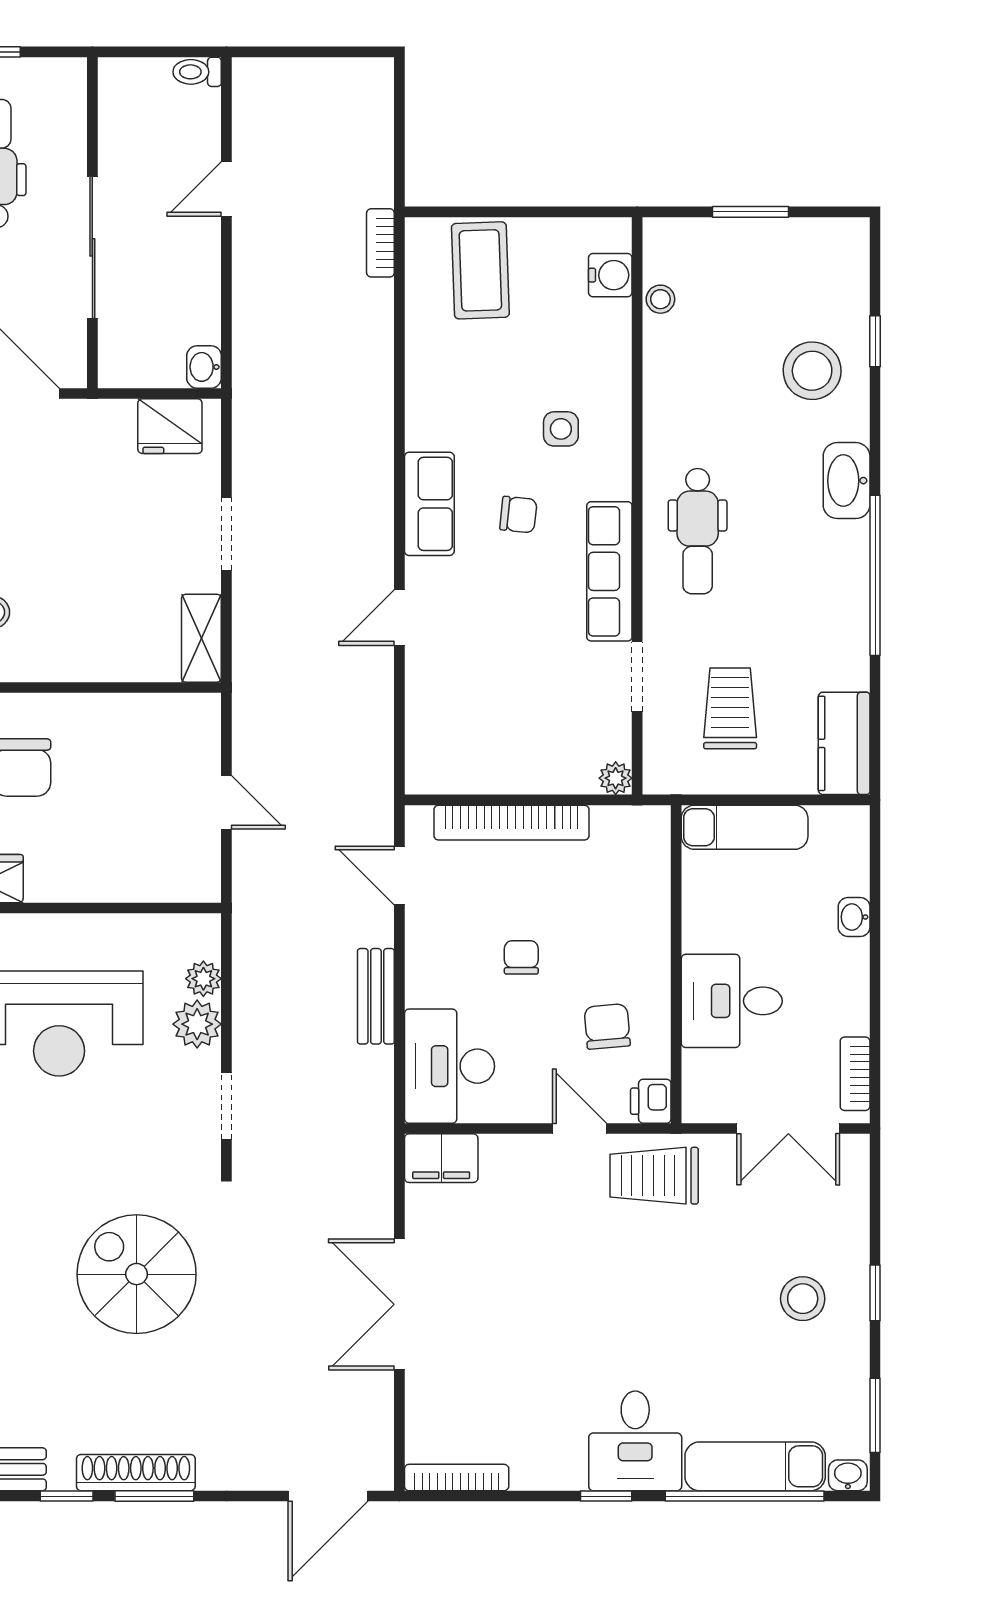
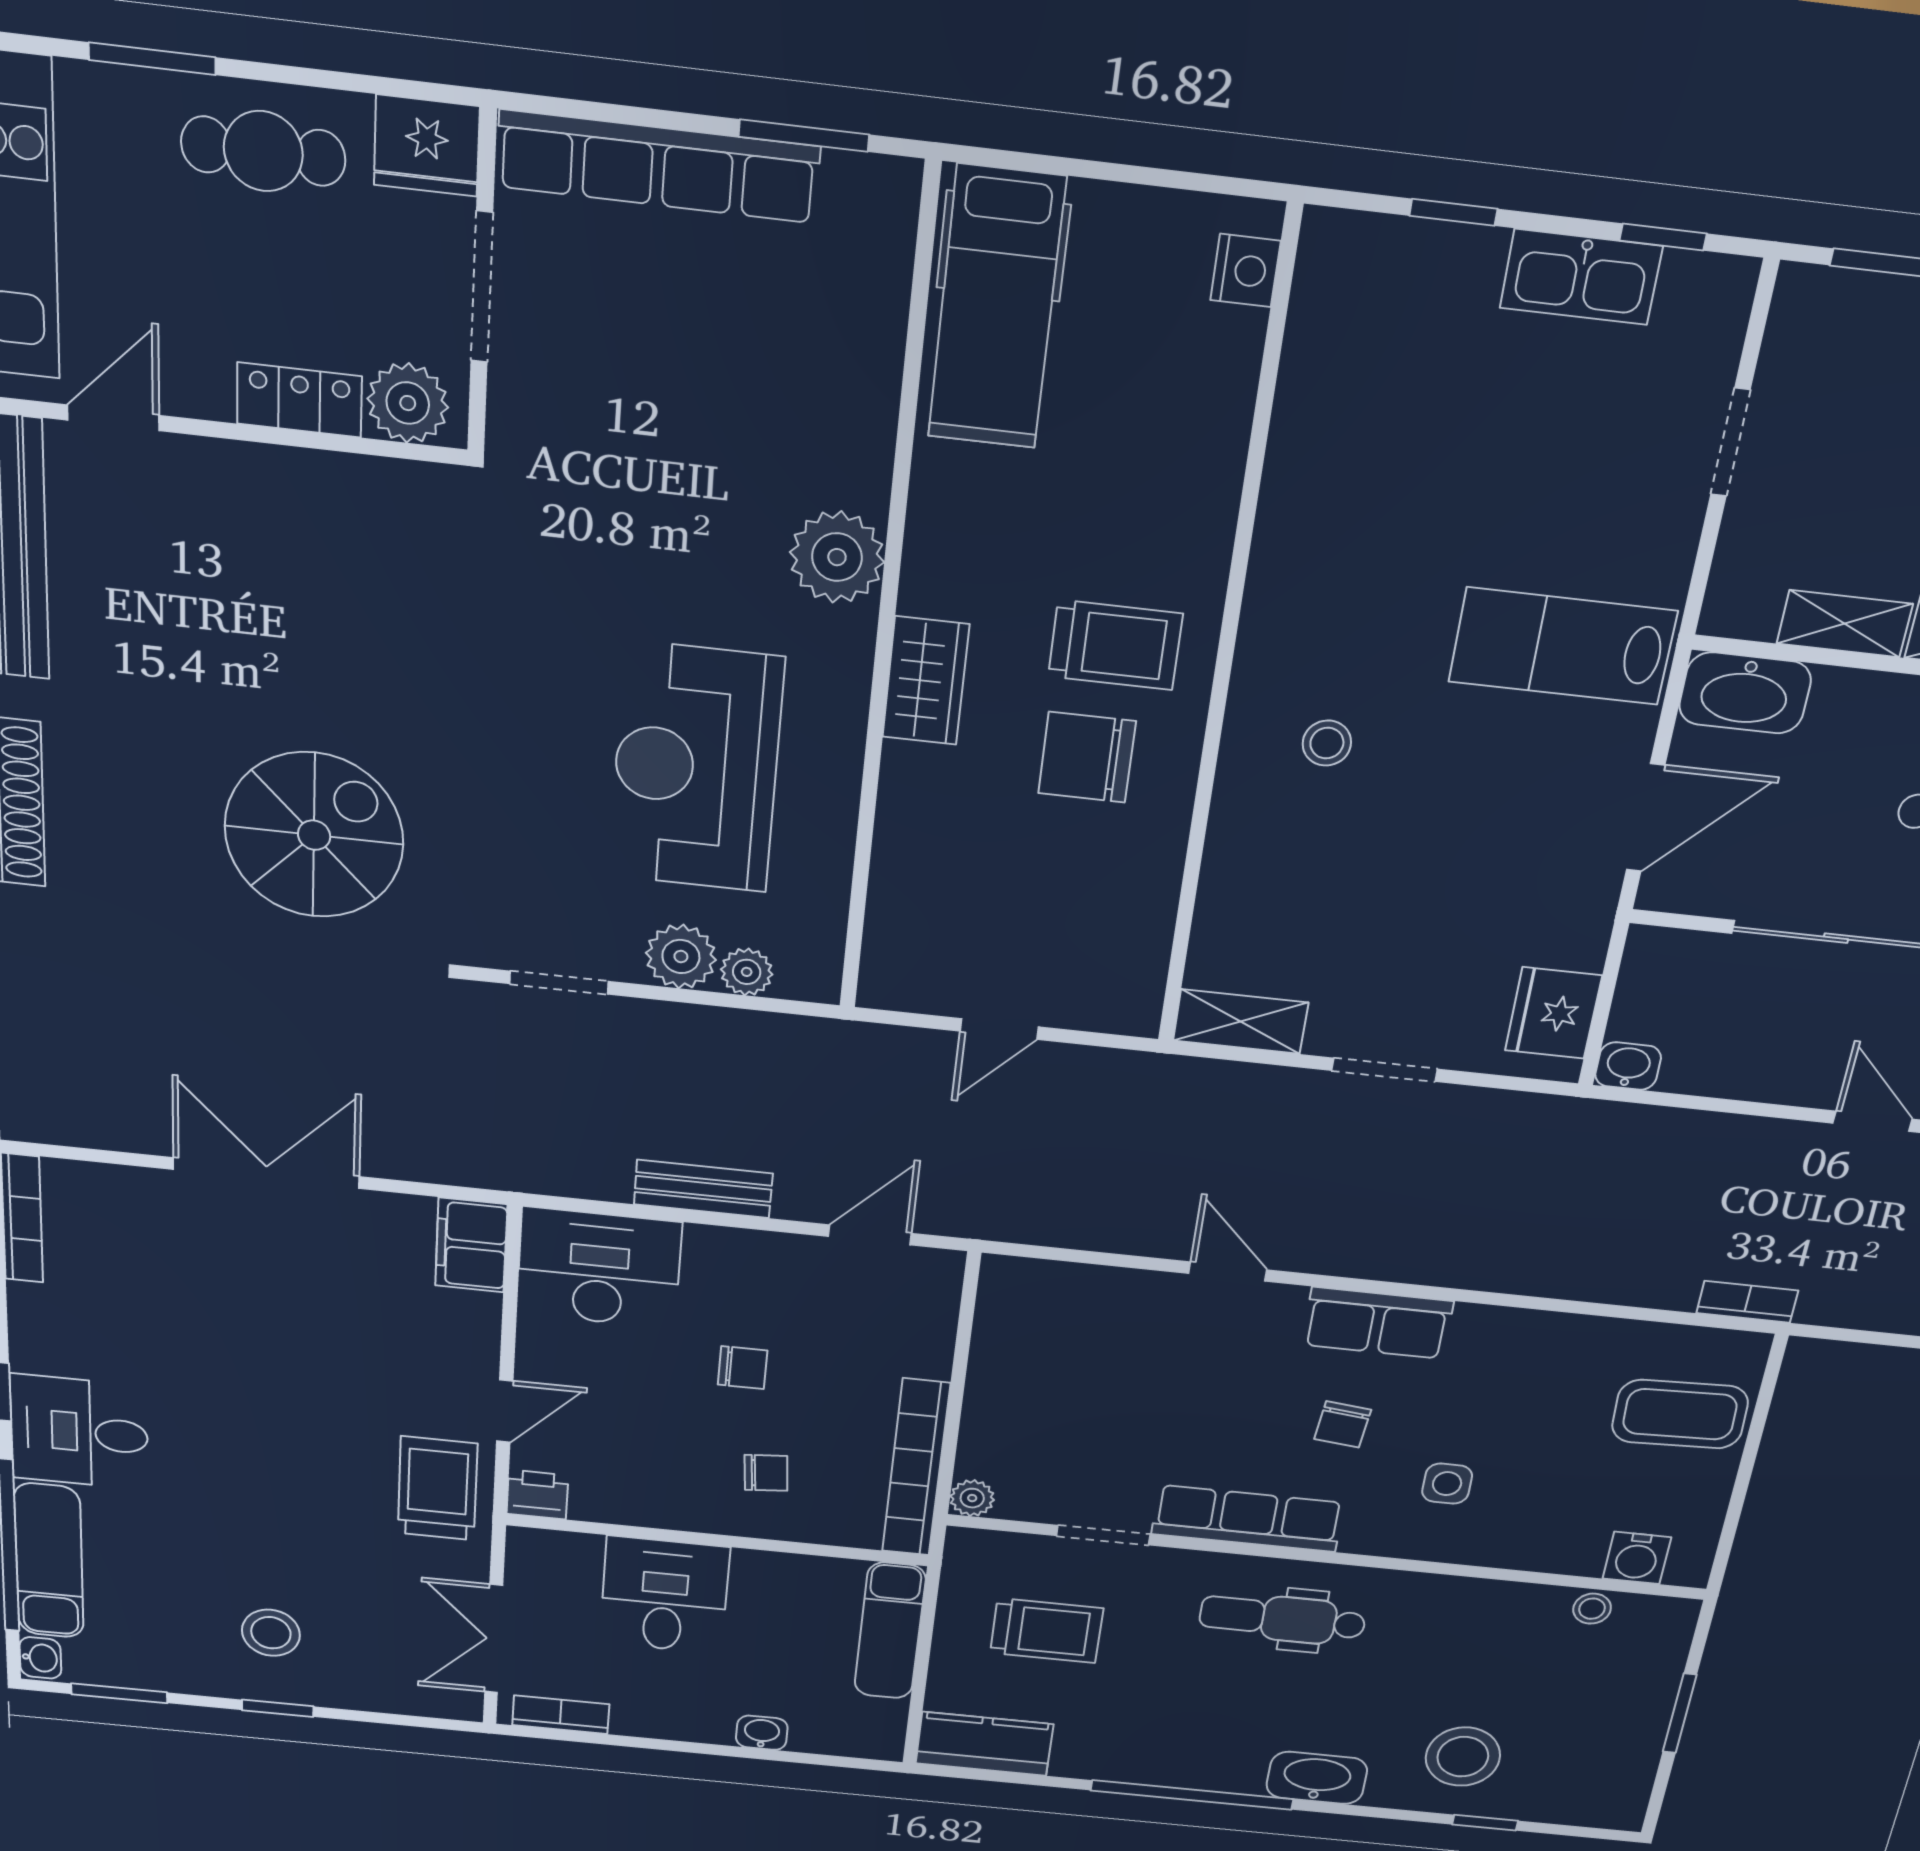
bookcase: (512, 823) -> (916, 1468), moved
chair: (607, 1026) -> (766, 1473), moved, width x0.73, depth x0.73

